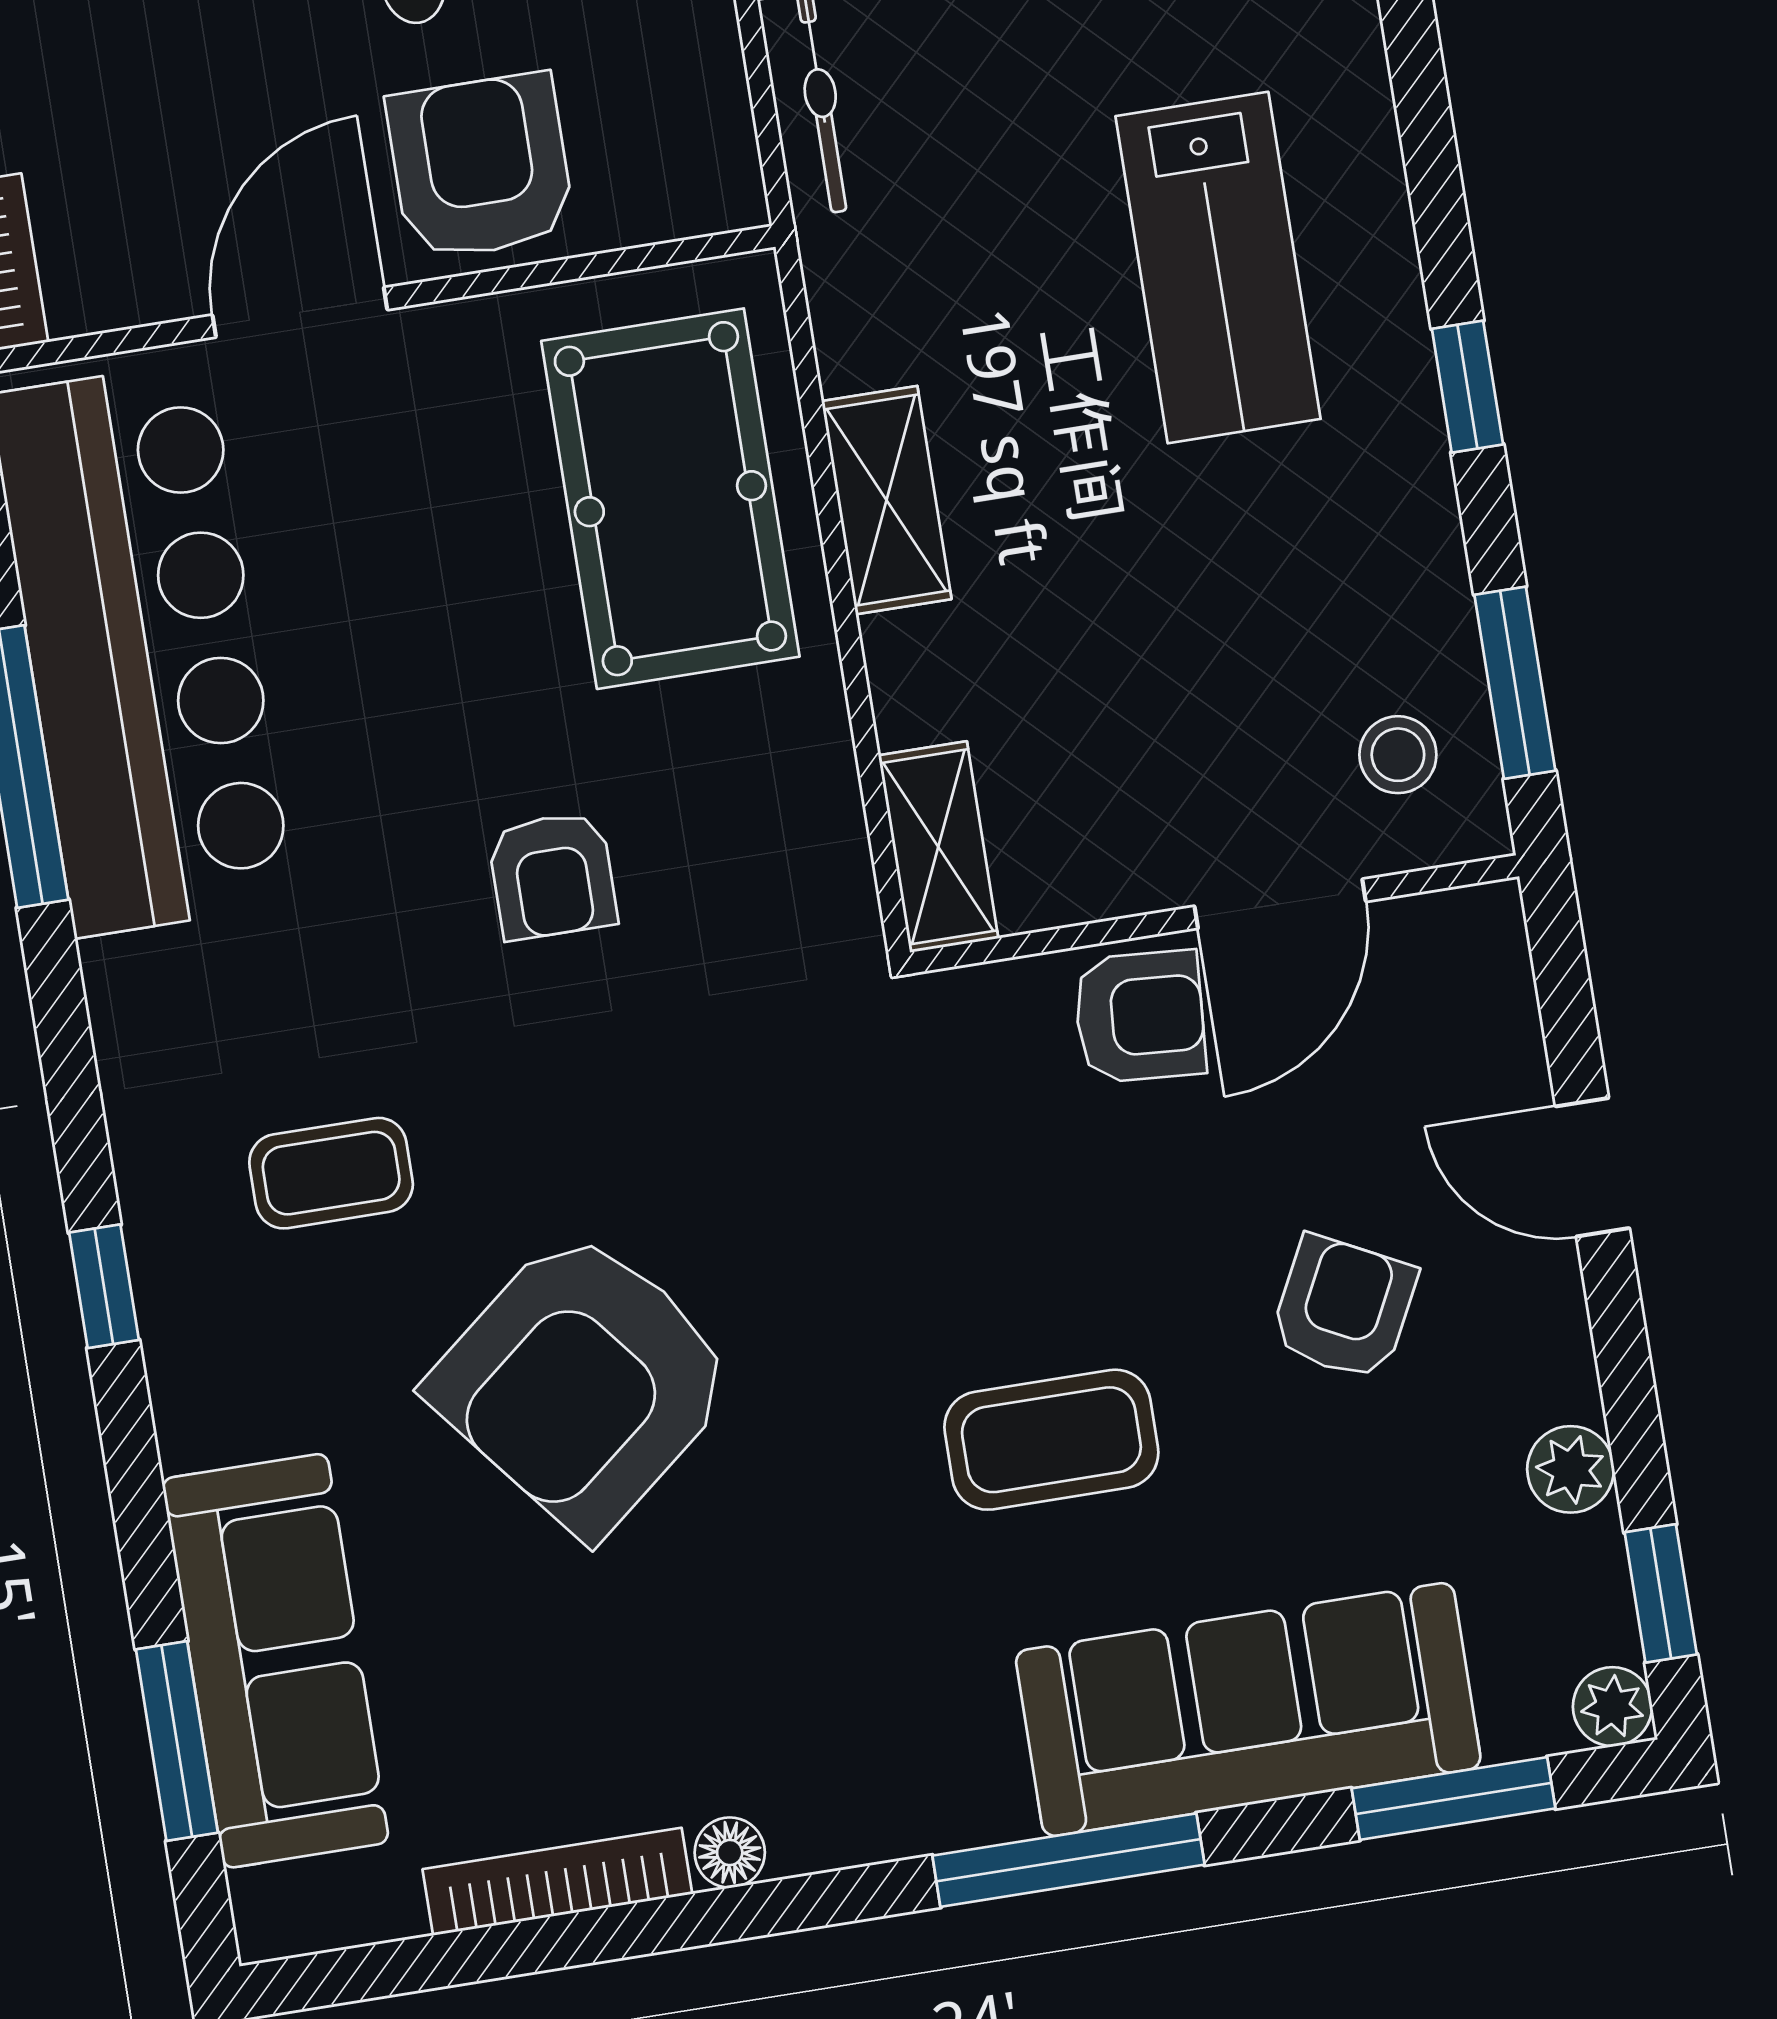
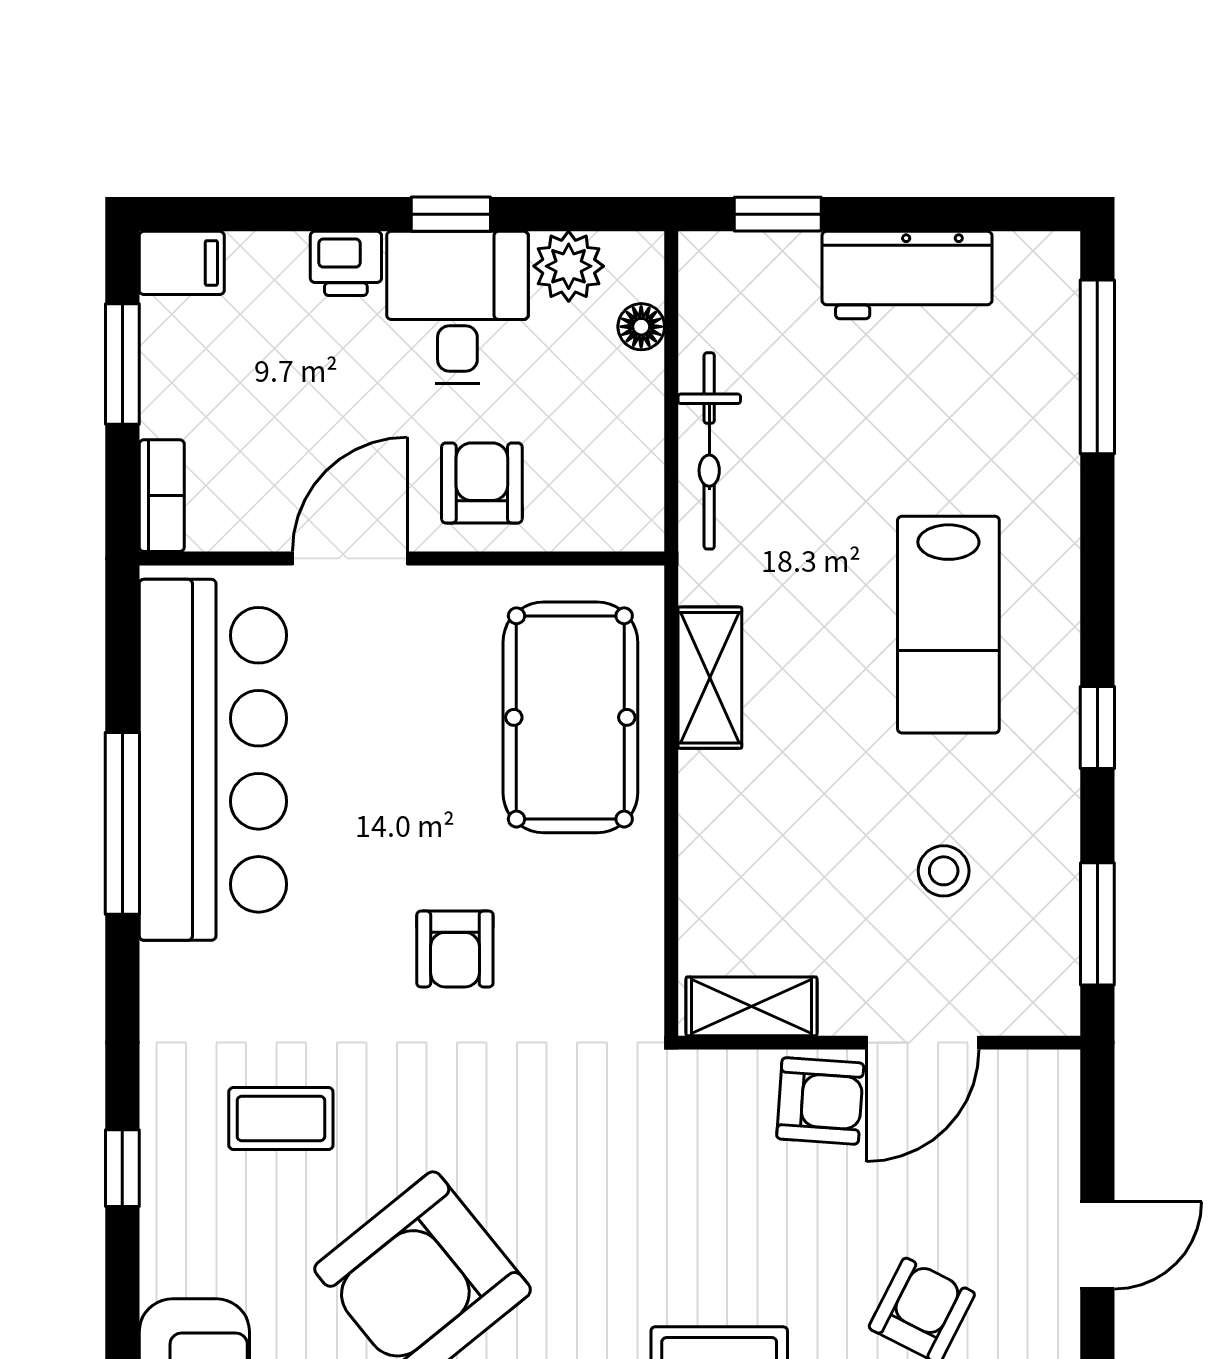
armchair: (481, 167) -> (482, 483), width x0.72, depth x0.72
shelving: (886, 500) -> (710, 678), moved
stool: (1398, 755) -> (944, 871), moved
shelving: (938, 847) -> (751, 1006), moved, turned 90
door: (1592, 1167) -> (1097, 1245), swing flipped

